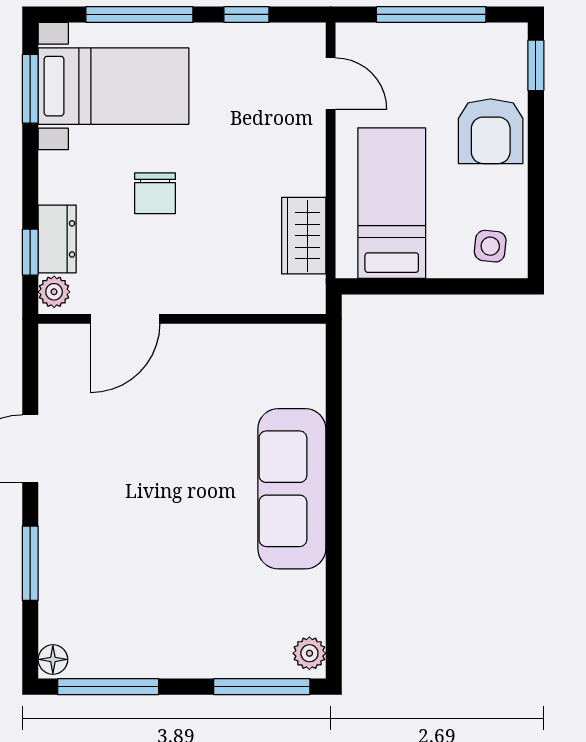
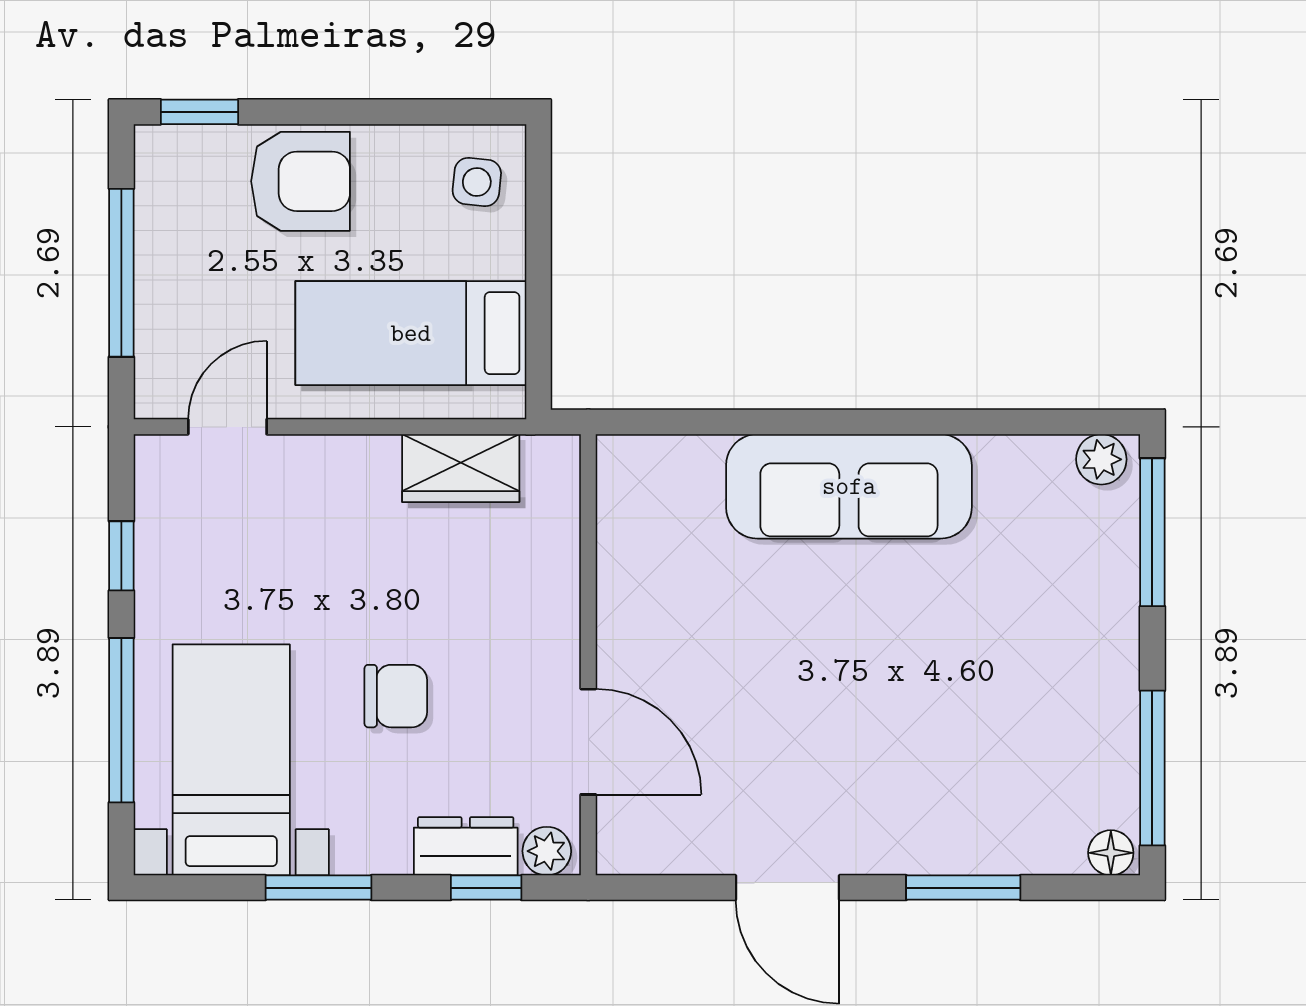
window: (30, 89) -> (318, 888), moved

